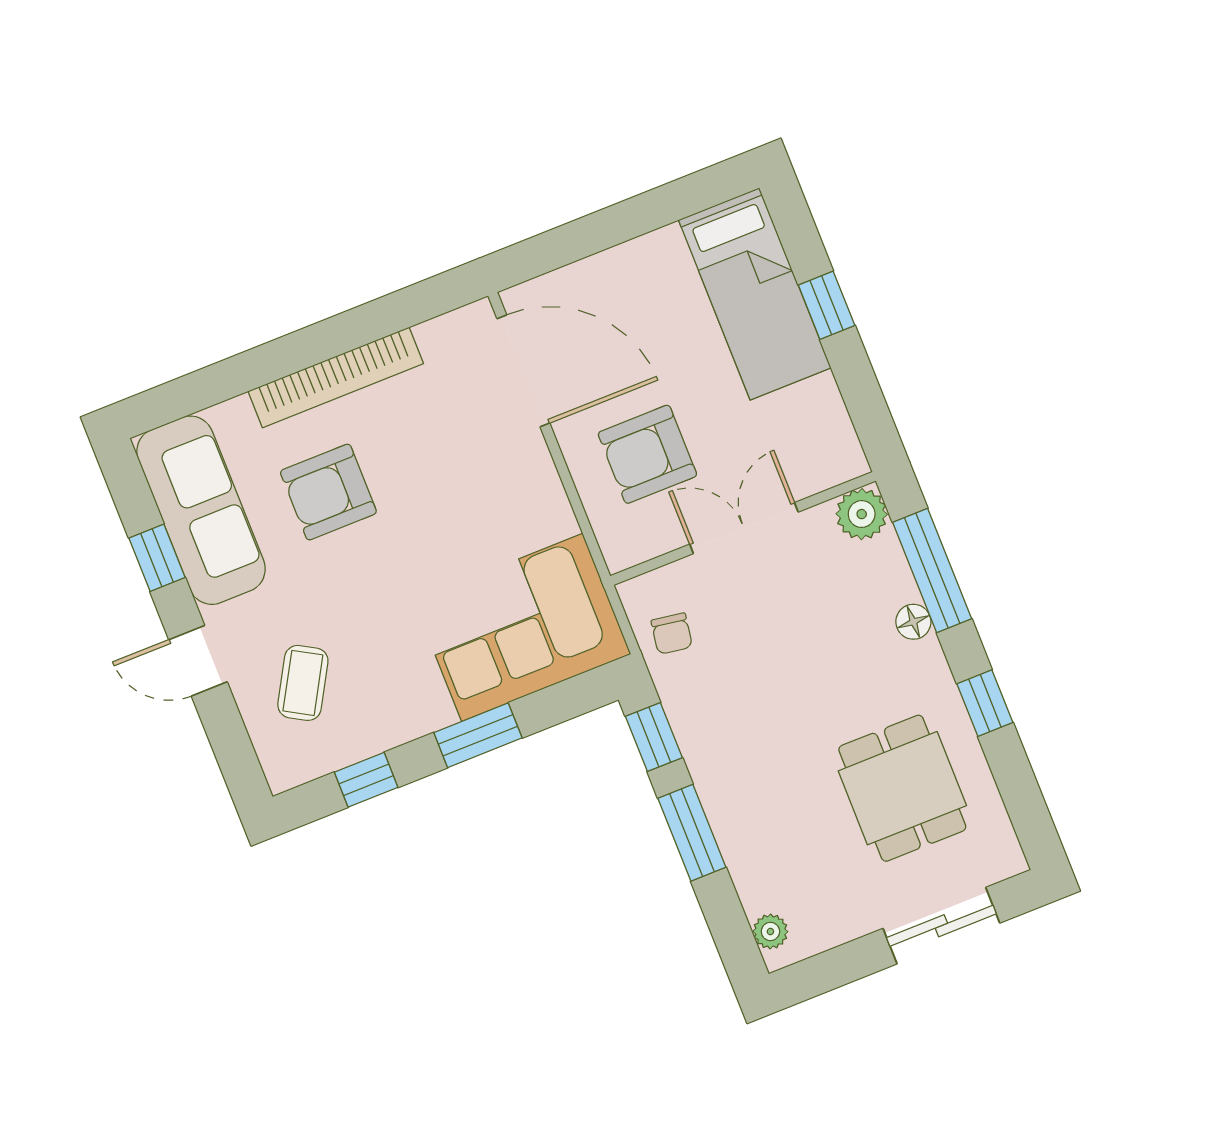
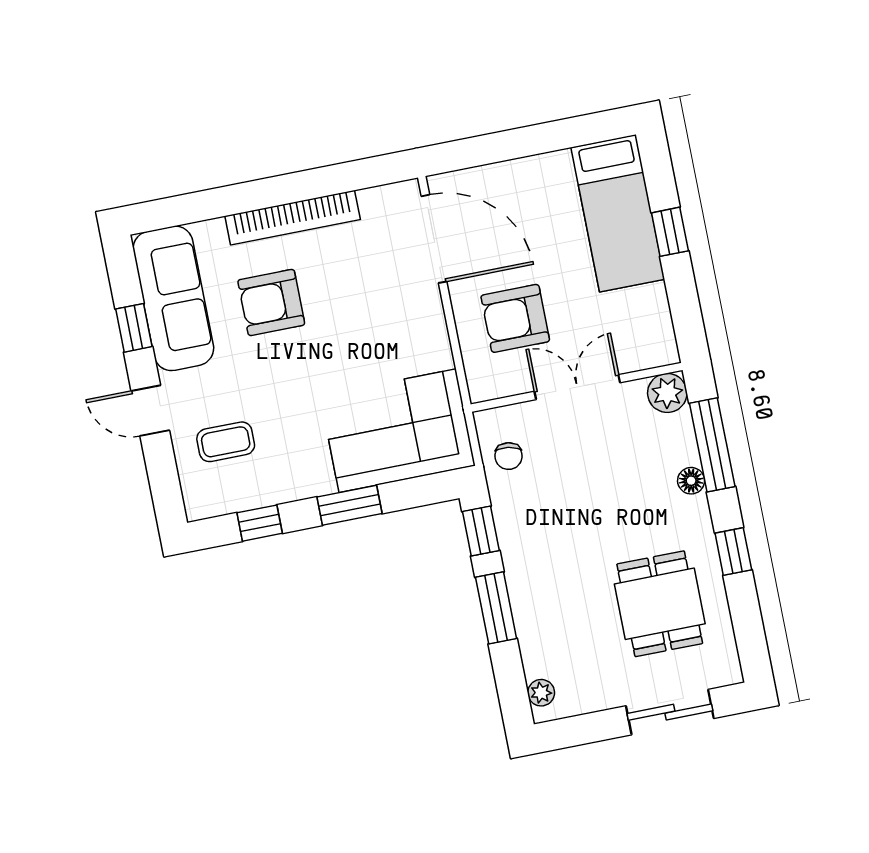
coffee table: (303, 683) -> (226, 442), turned 60

